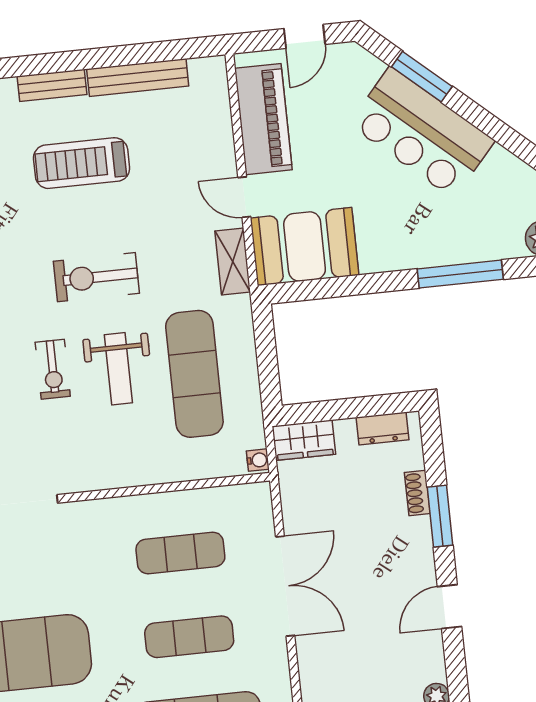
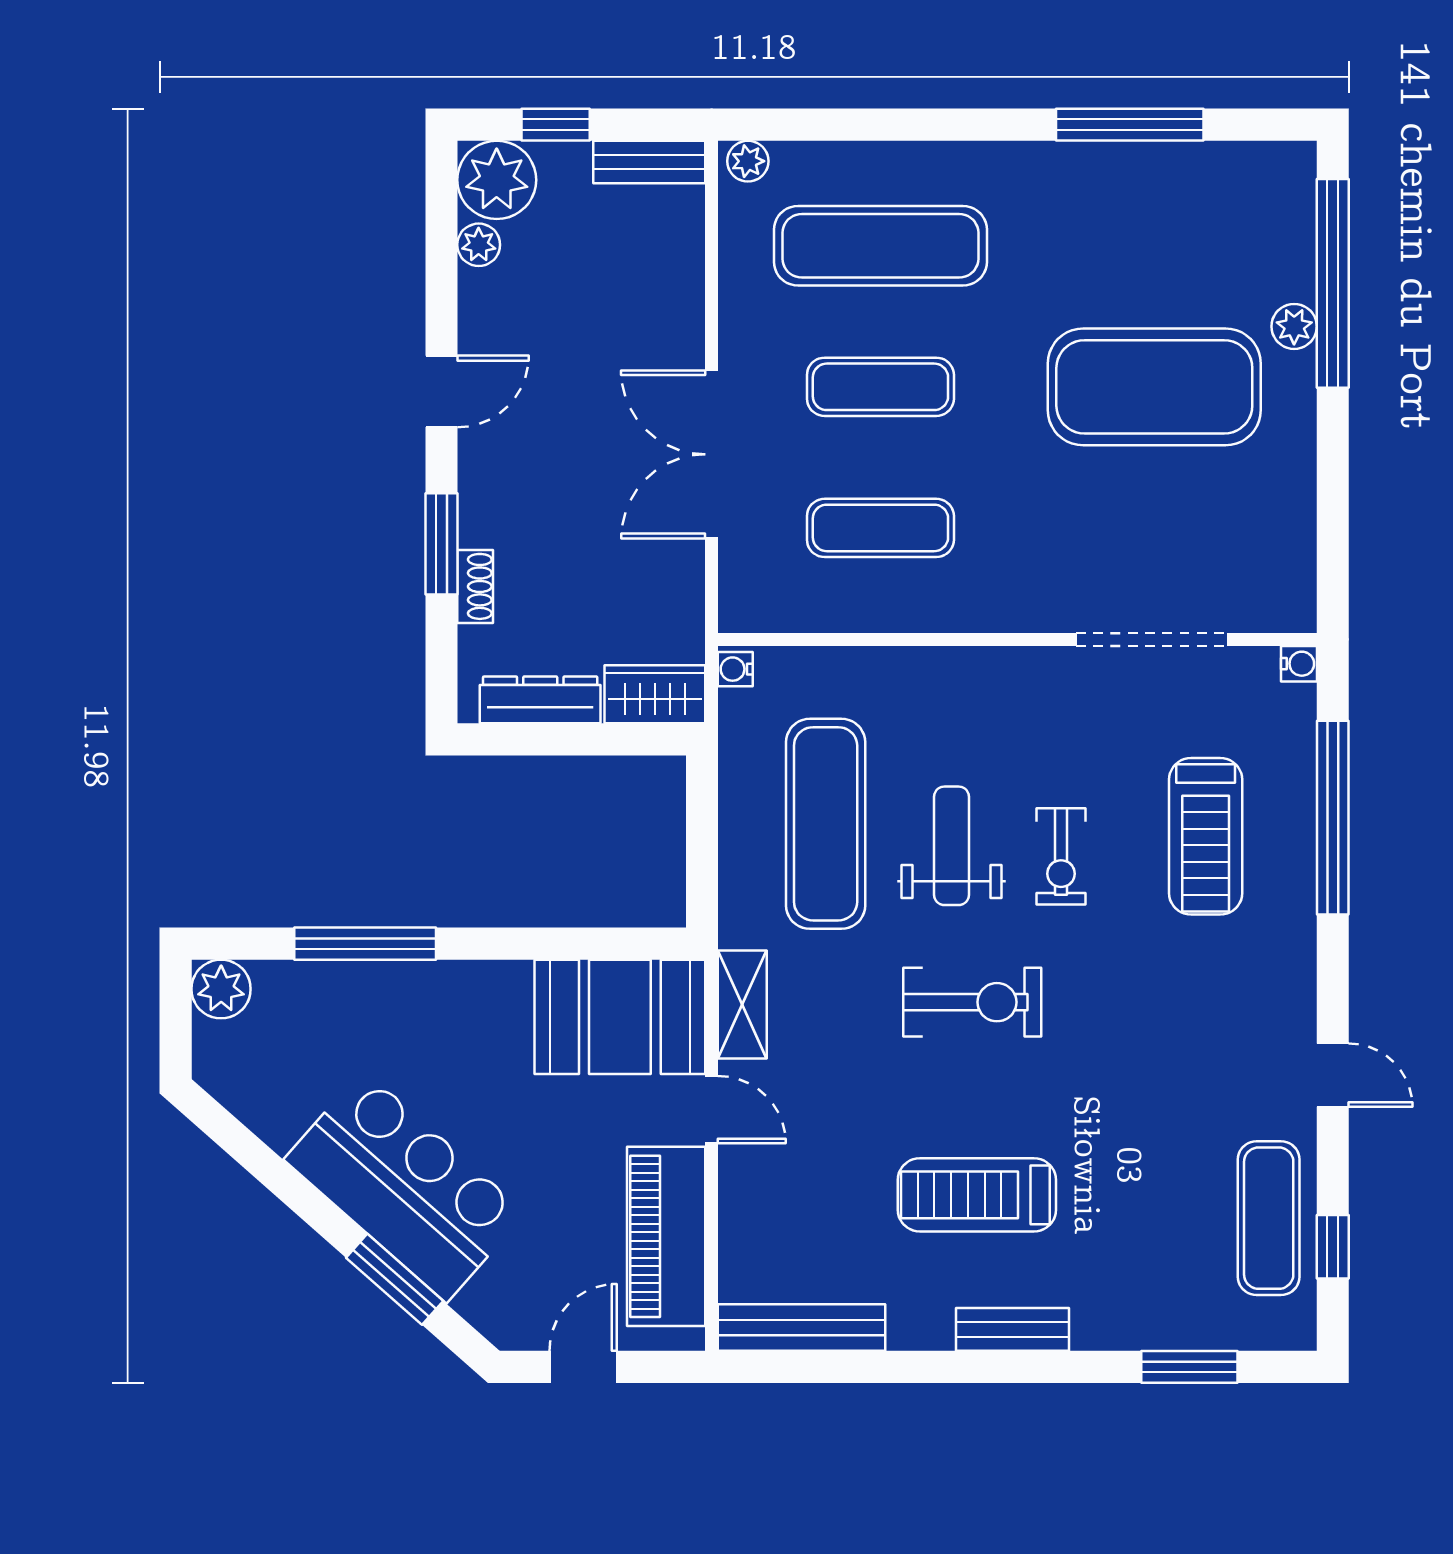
bench: (138, 78) -> (802, 1328), moved
treadmill: (82, 163) -> (977, 1195), turned 180
exercise bike: (53, 369) -> (1061, 856), turned 180
dresser: (383, 429) -> (540, 700), width x1.44

